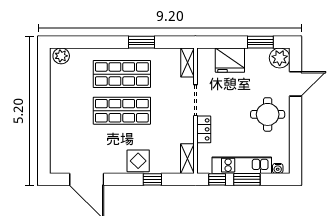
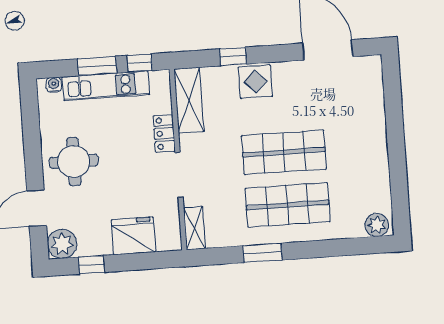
window: (260, 42) -> (91, 265), width x0.67
shelving: (187, 159) -> (189, 100), width x1.50, depth x1.33

